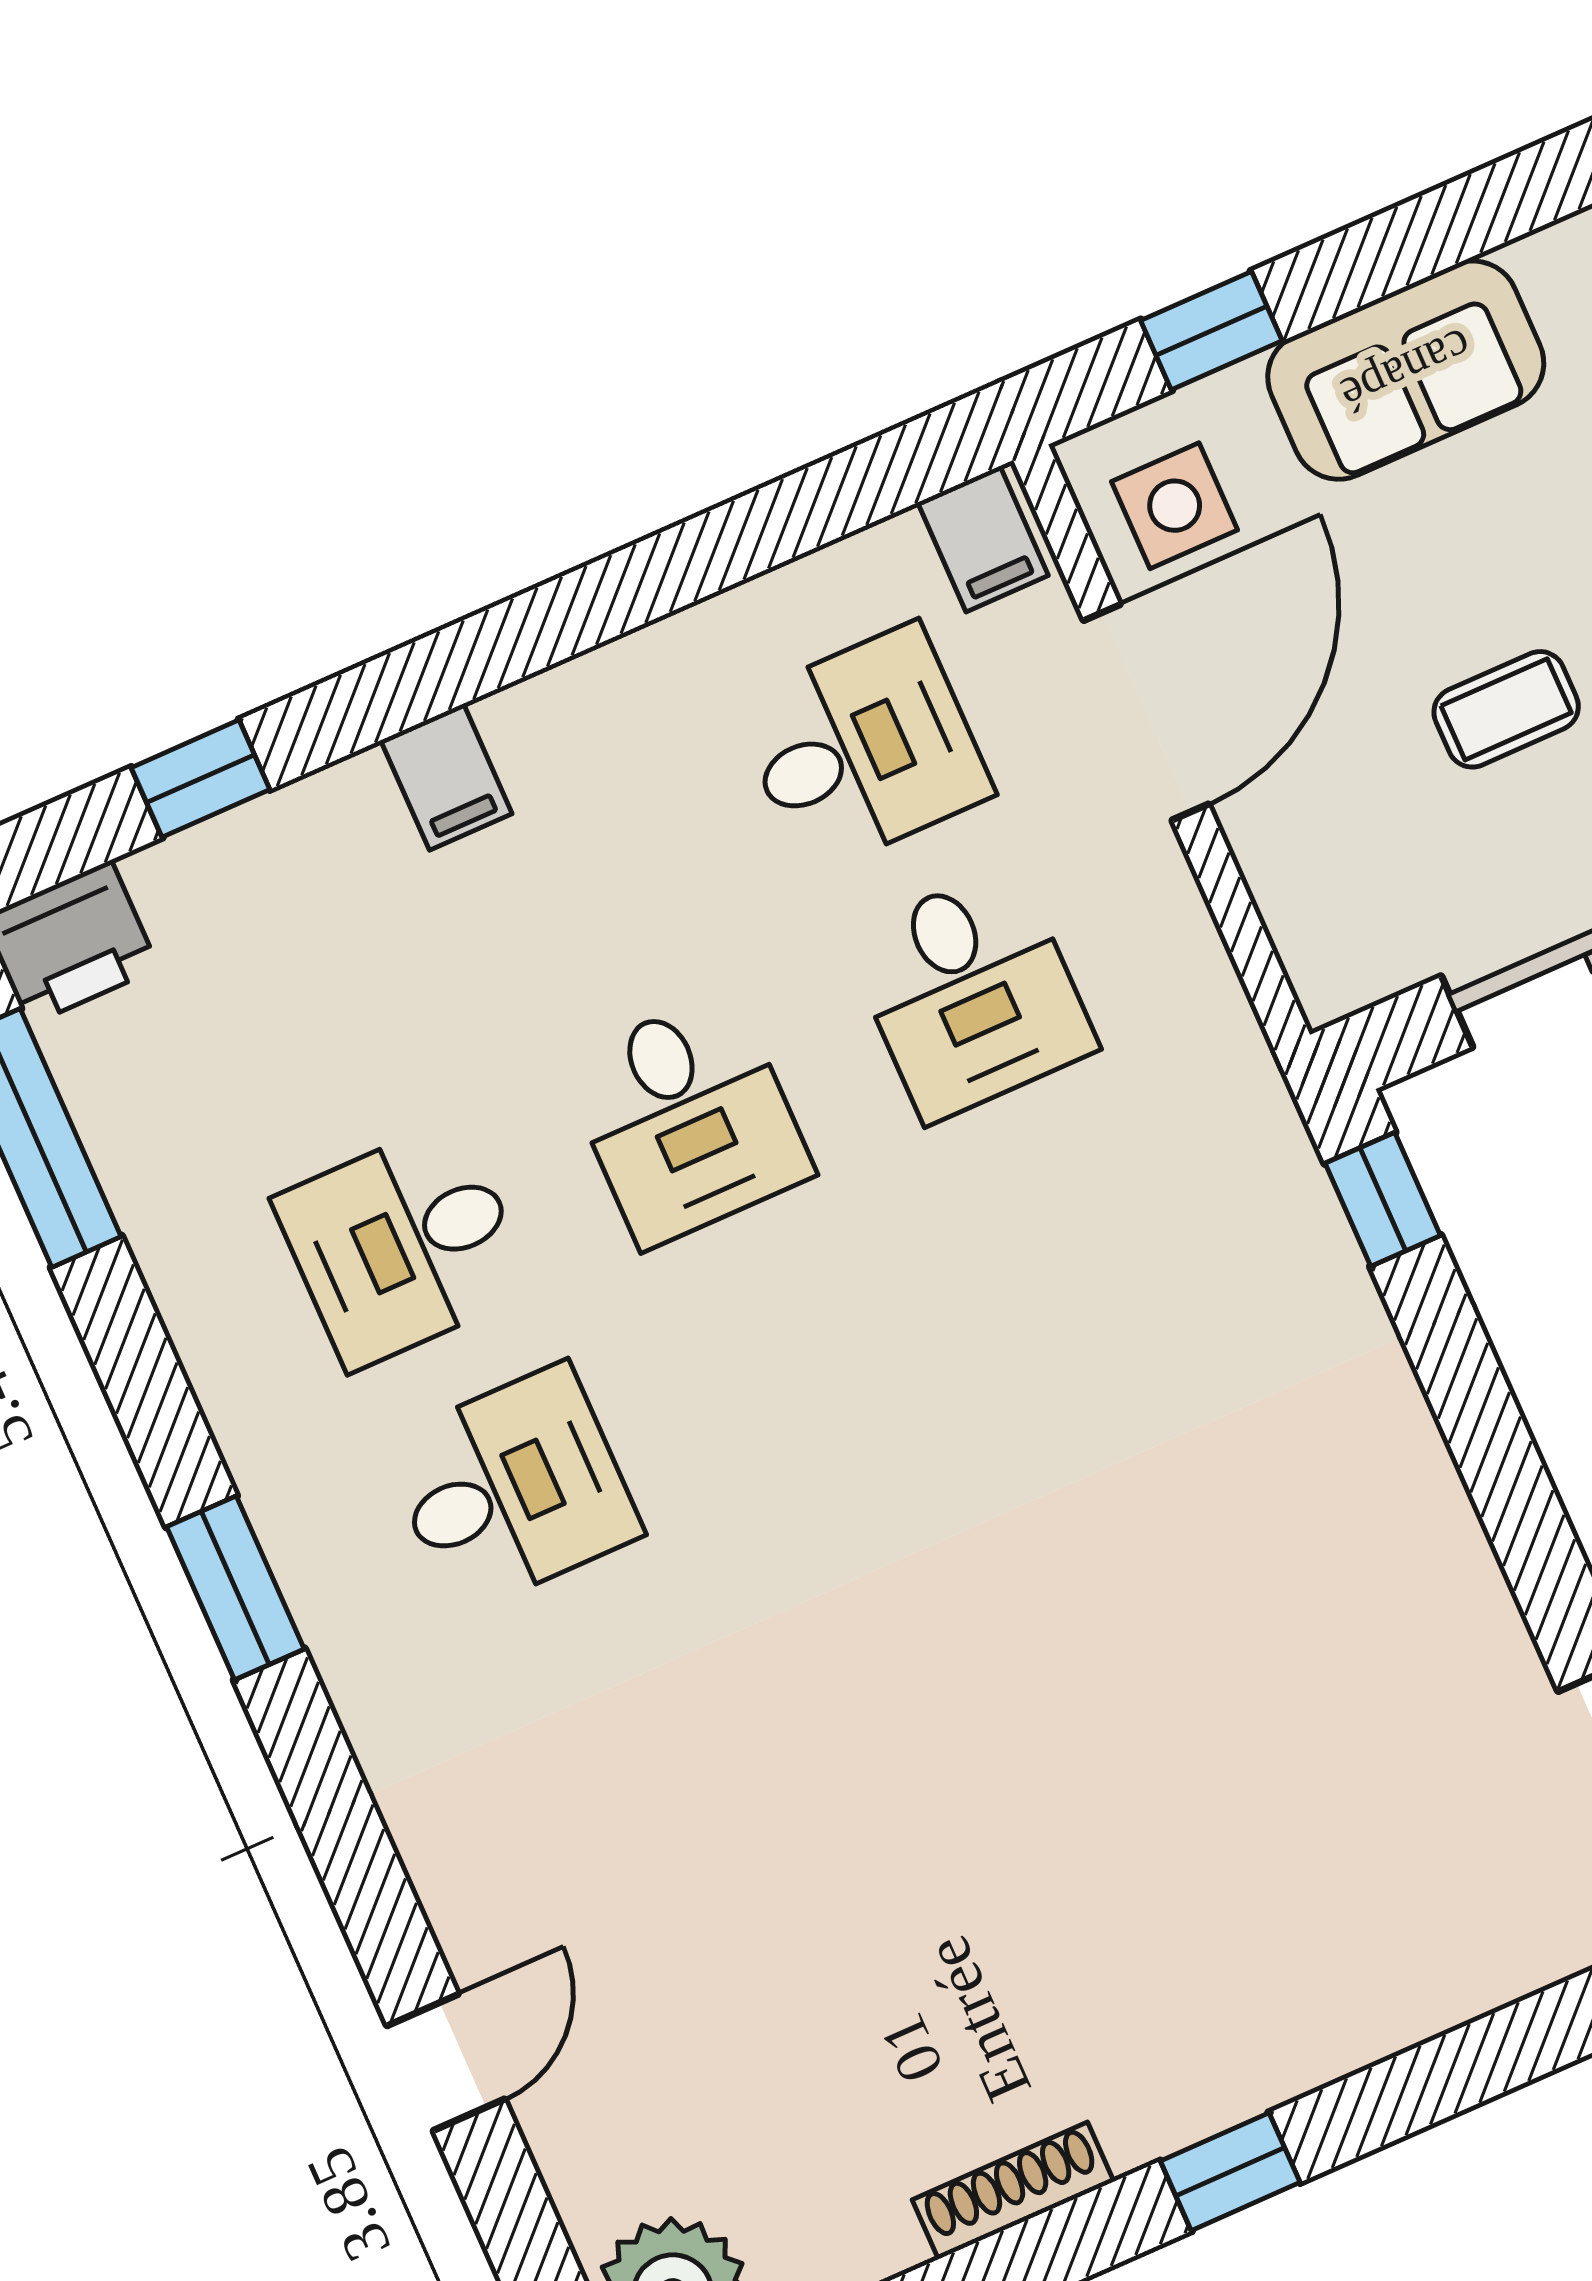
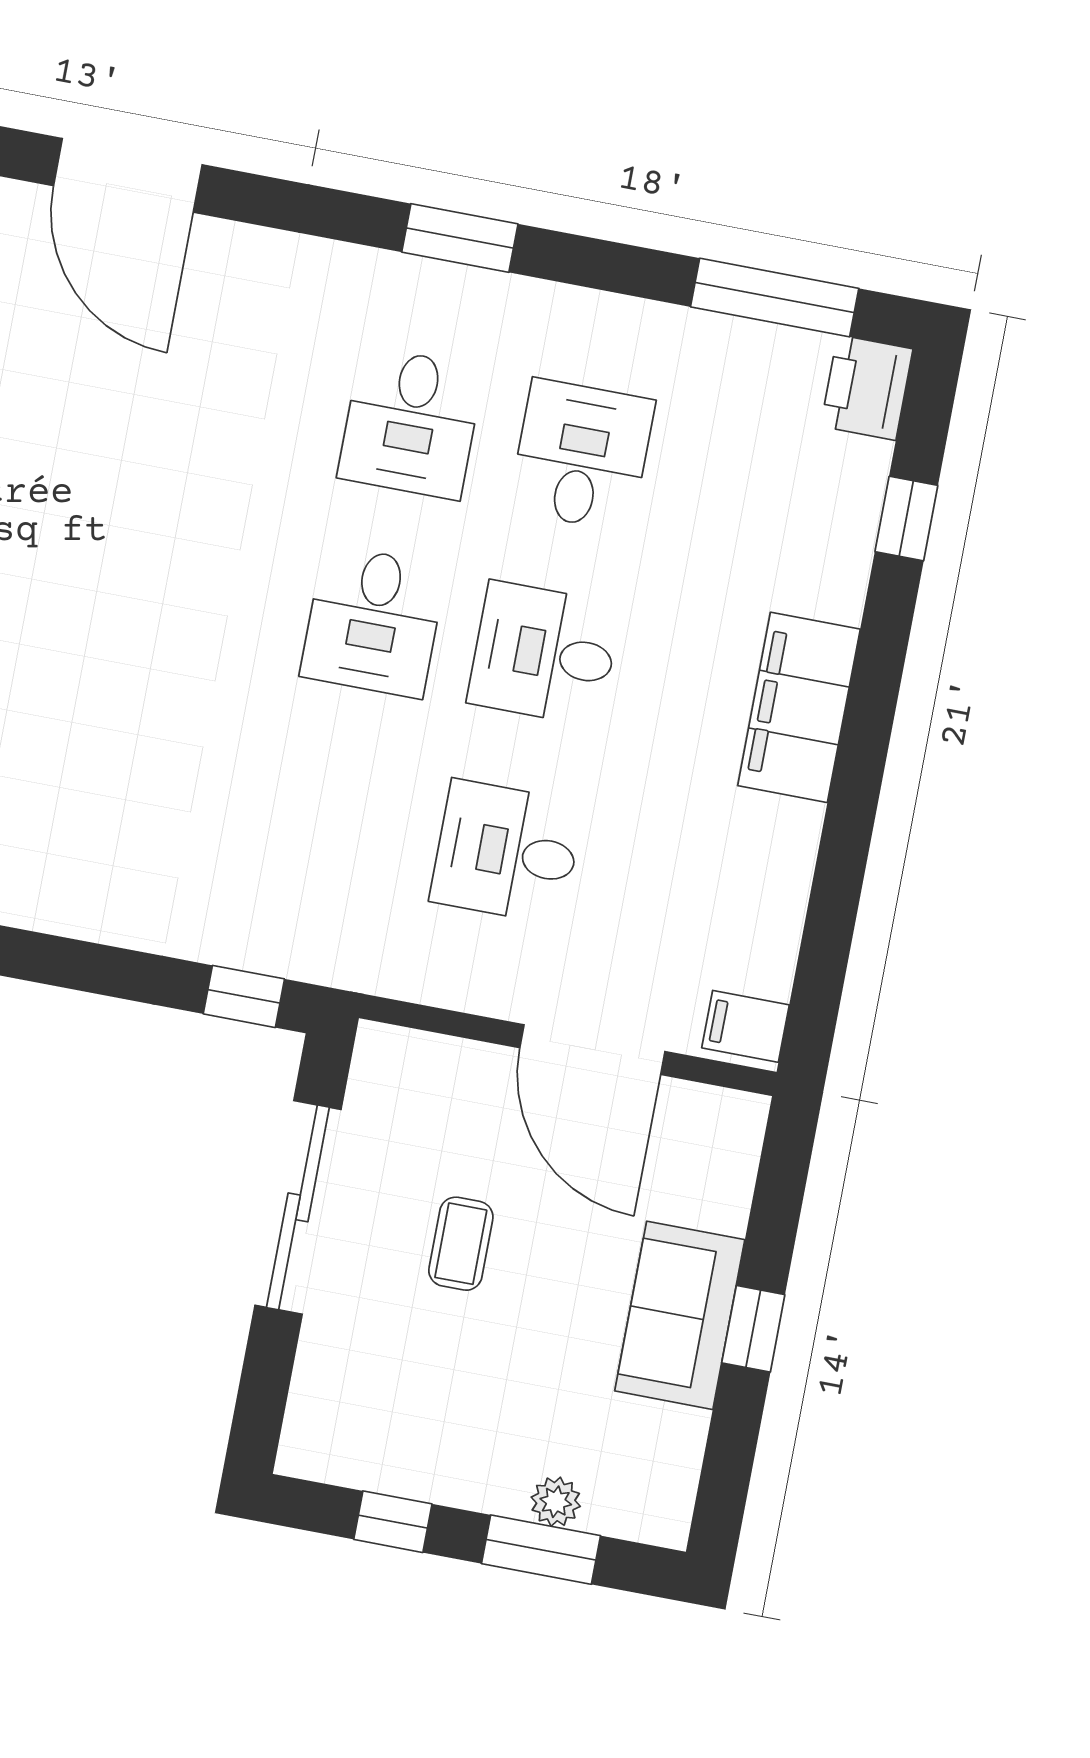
window: (1211, 331) -> (753, 1329), moved
side table: (1175, 506) -> (693, 1141), removed
desk: (863, 749) -> (373, 621), moved
filing cabinet: (446, 777) -> (799, 707), width x3.00, depth x1.17
door: (446, 2062) -> (128, 175), width x1.87

